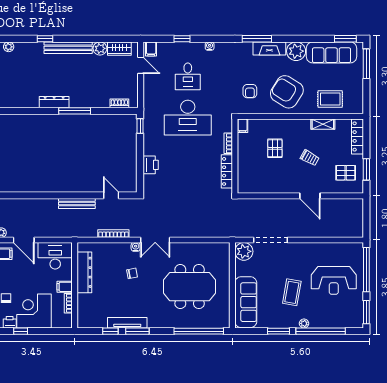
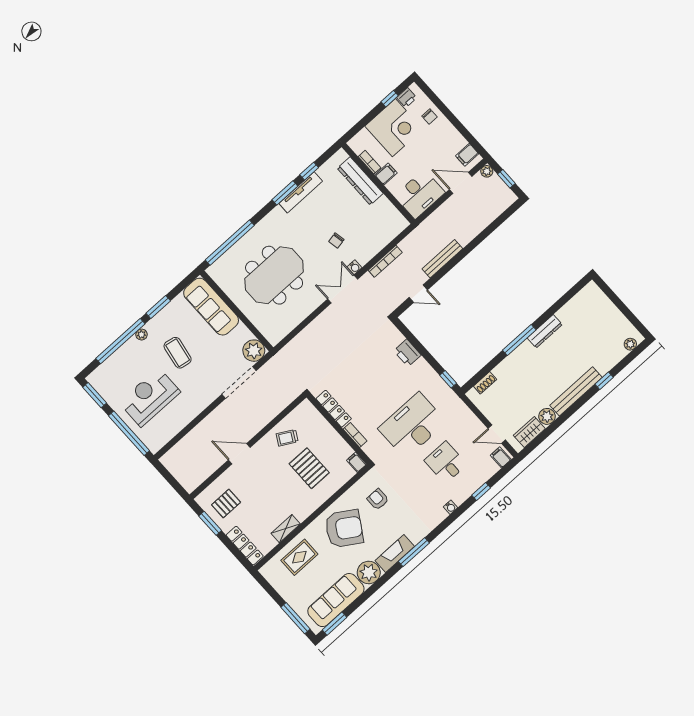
pallet: (275, 148) -> (309, 468), width x1.50, depth x1.42
trolley: (310, 158) -> (287, 438), moved
dresser: (84, 272) -> (360, 181), moved

